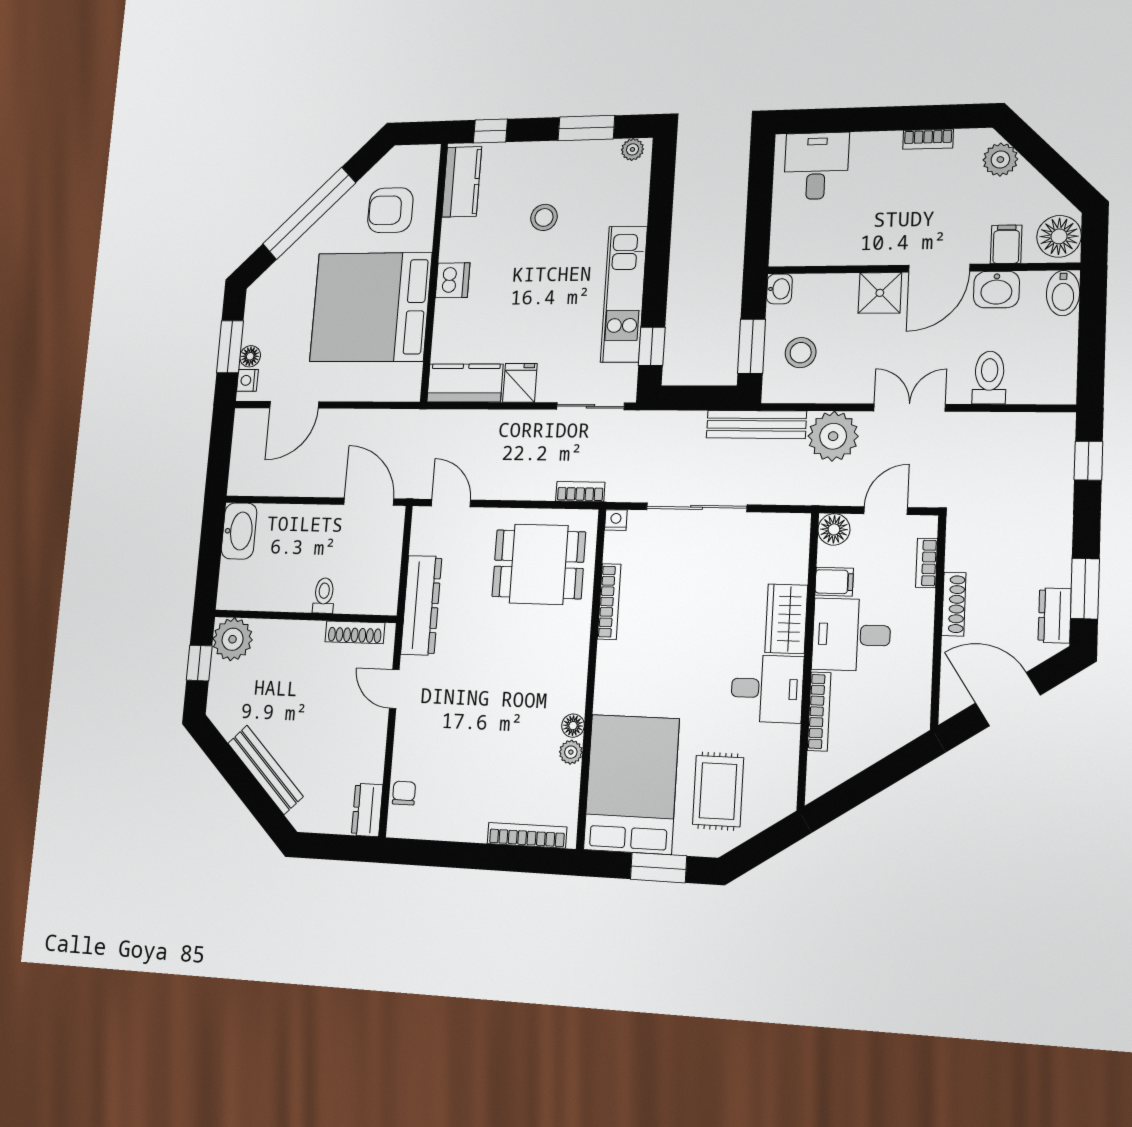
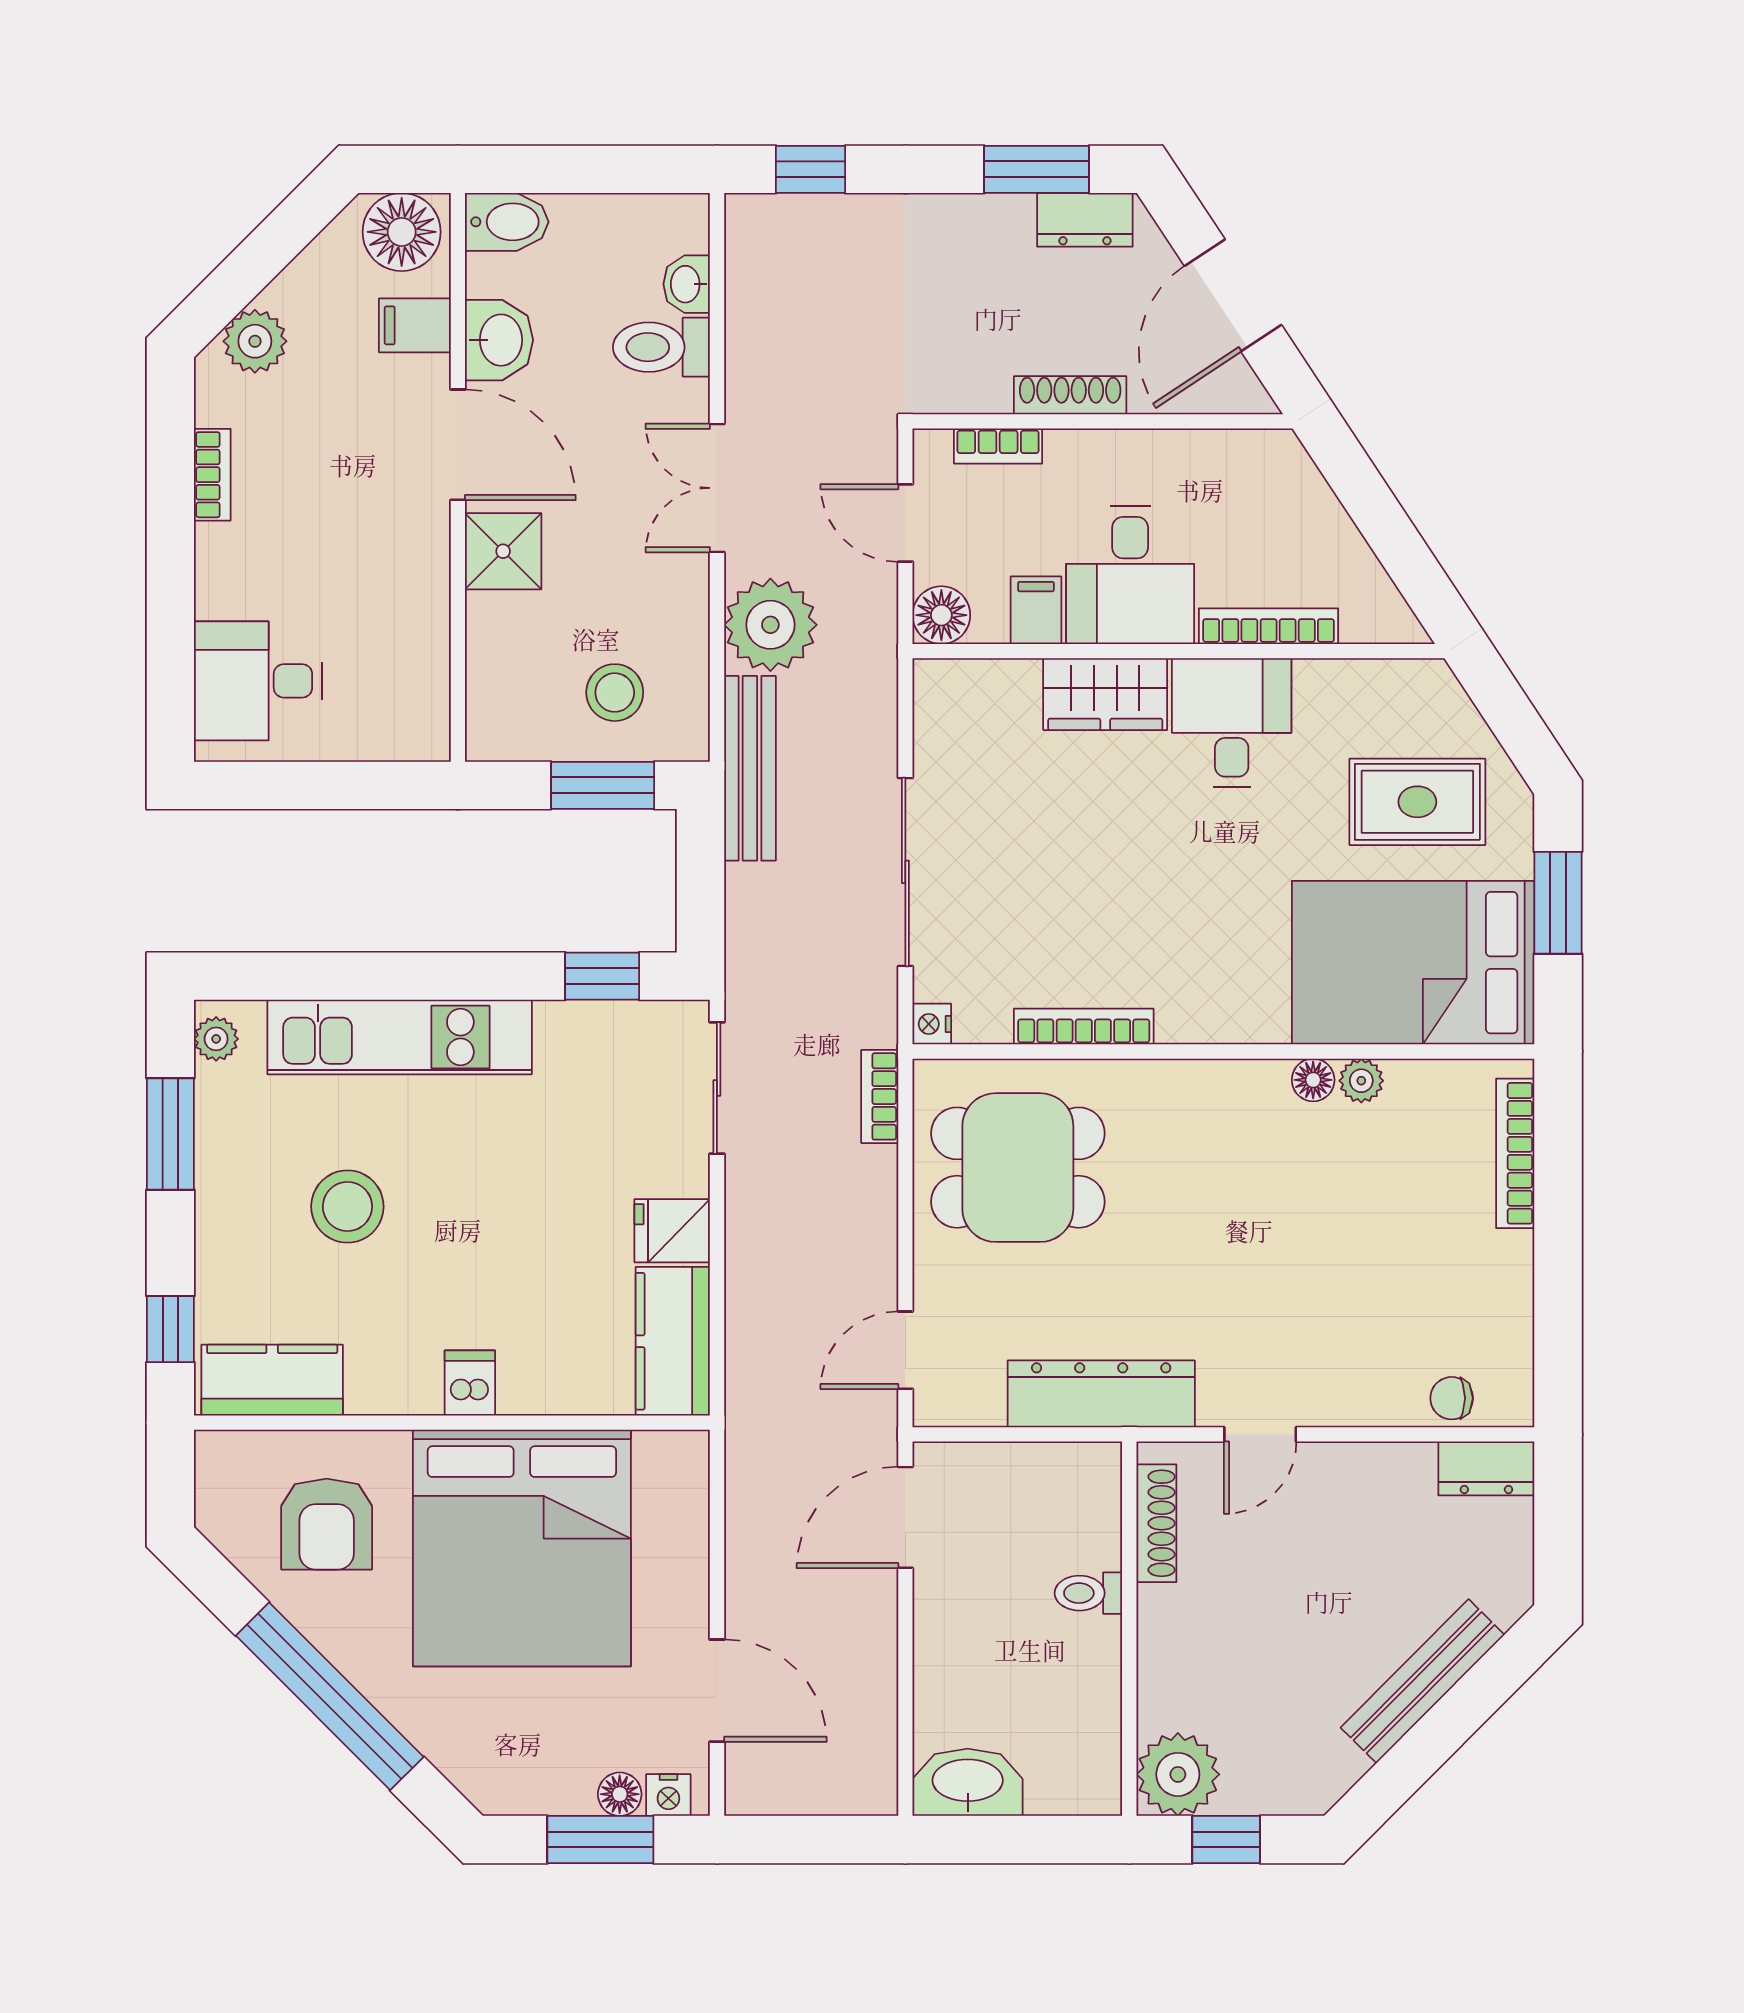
stool: (544, 217) -> (347, 1207), width x1.38, depth x1.38
dishwasher: (453, 280) -> (470, 1383), width x0.73
washbasin: (779, 289) -> (687, 284), moved, turned -90
kitchen unit: (624, 294) -> (400, 1037), moved
dining table: (539, 564) -> (1018, 1168), turned 90

